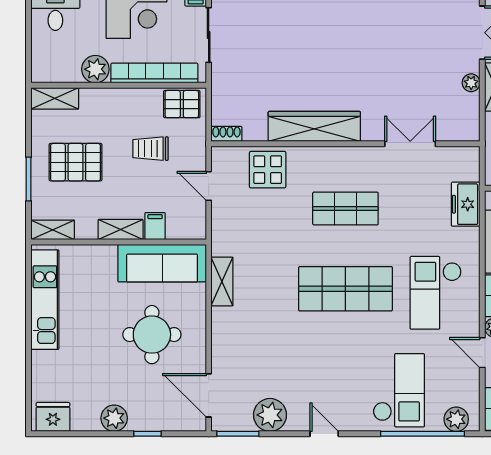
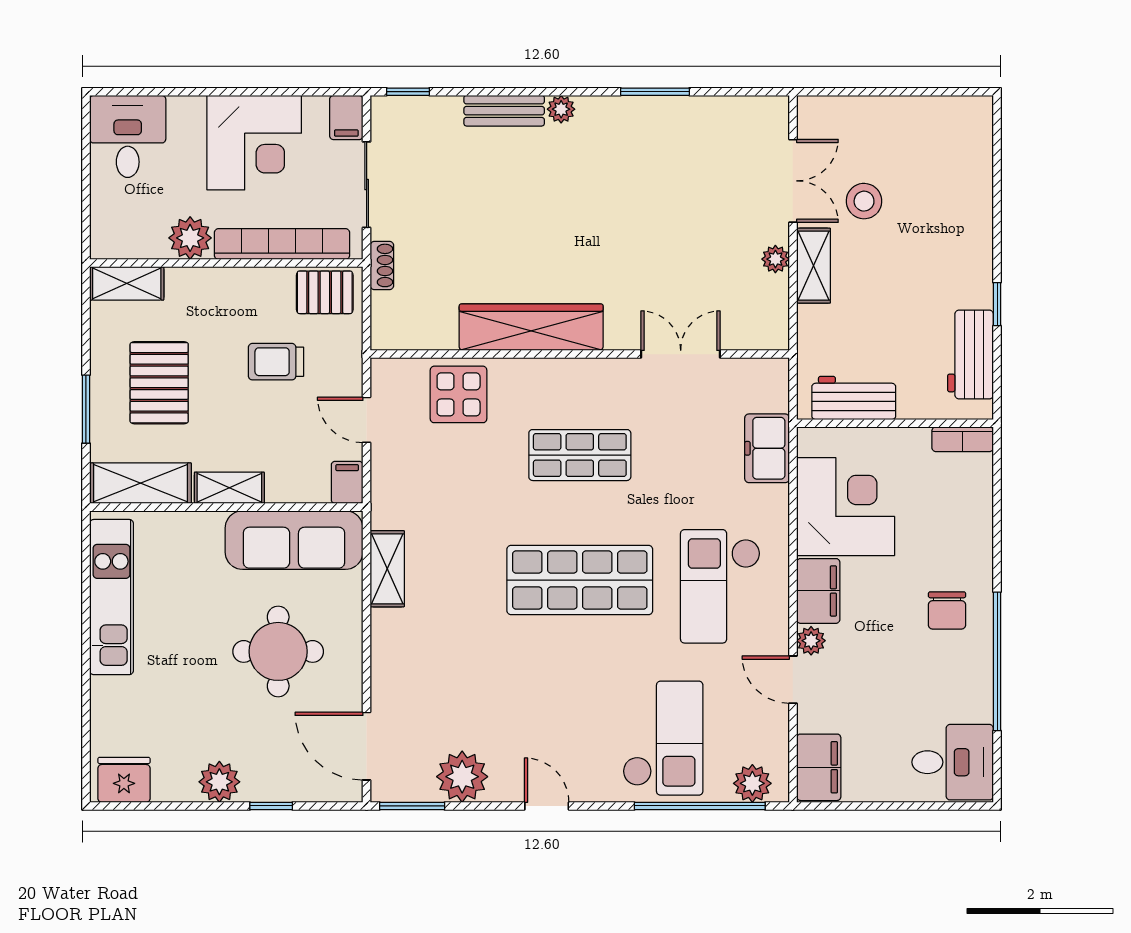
shoe rack: (226, 134) -> (382, 265), moved, turned 90
pallet: (76, 162) -> (159, 383), turned 90
filing cabinet: (155, 226) -> (347, 482), moved
shelving: (53, 230) -> (141, 483), width x1.50, depth x1.33

